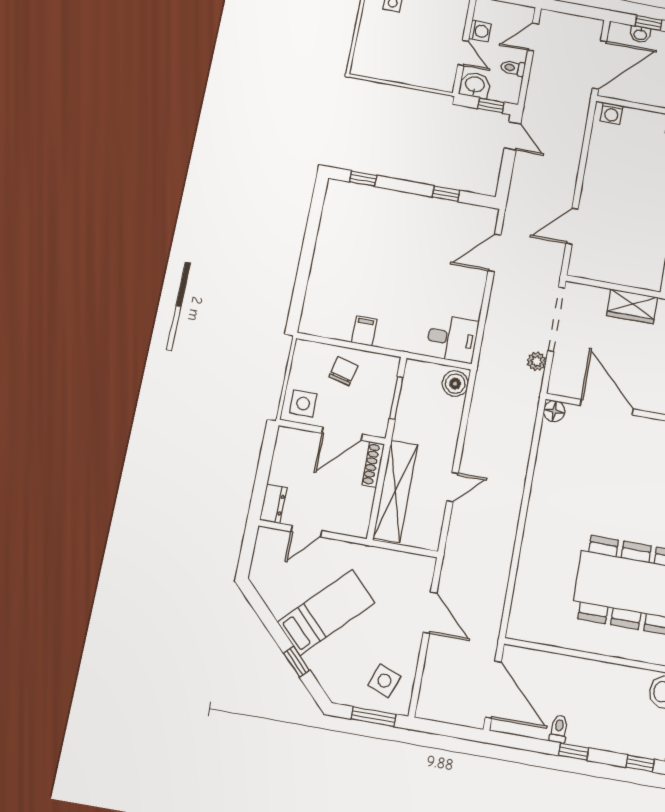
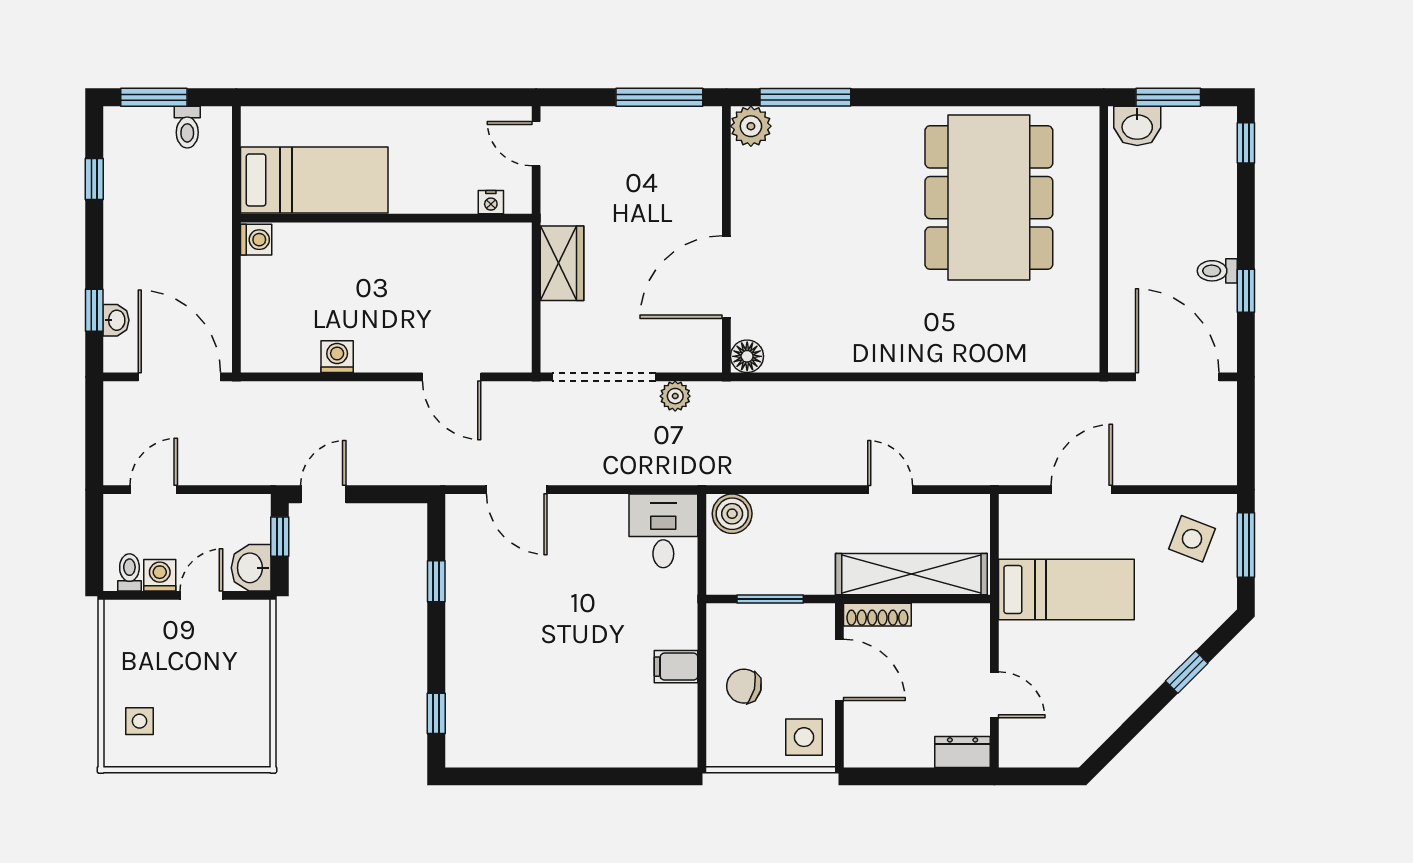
door: (533, 37) -> (154, 490), swing flipped
toilet: (513, 68) -> (129, 572), moved, turned 180
washing machine: (612, 113) -> (337, 357), moved, turned -90
bed: (326, 612) -> (1066, 590), moved, turned 135
door: (493, 690) -> (1177, 377), hinge flipped
window: (574, 752) -> (1246, 291), moved

